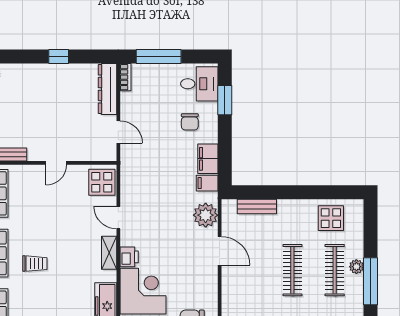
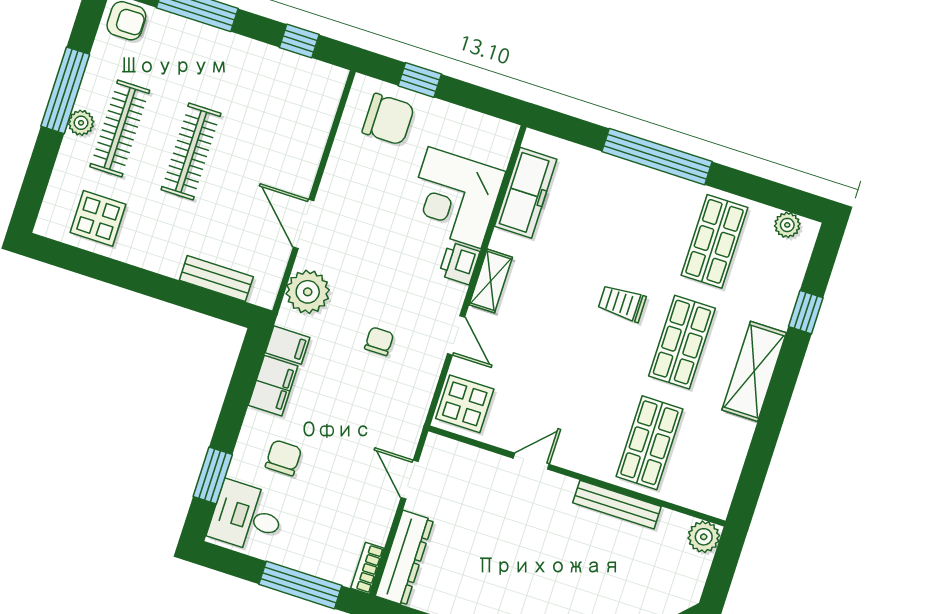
chair: (159, 201) -> (379, 341), added

